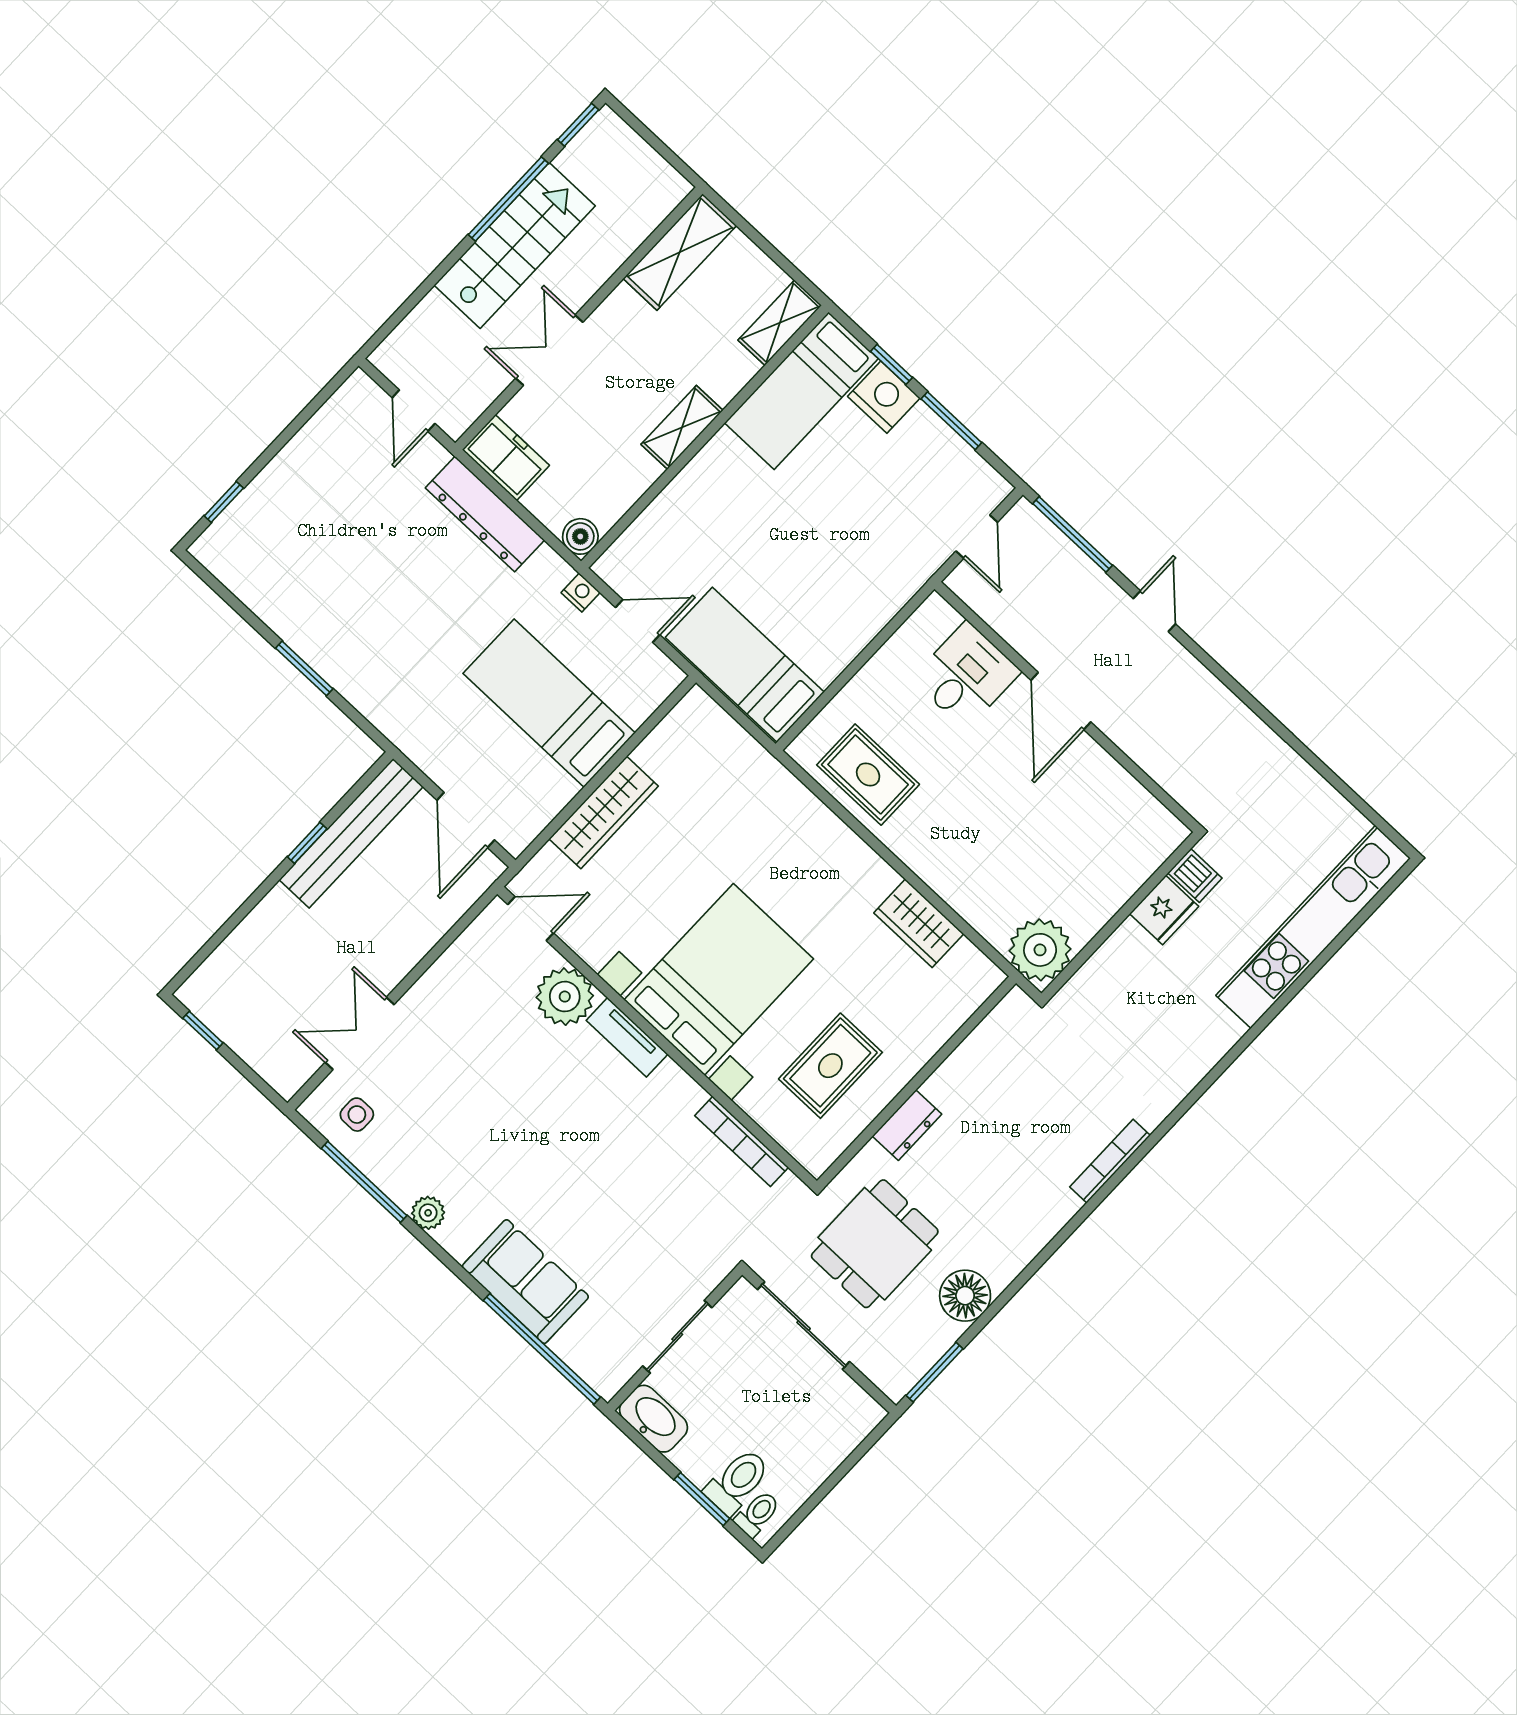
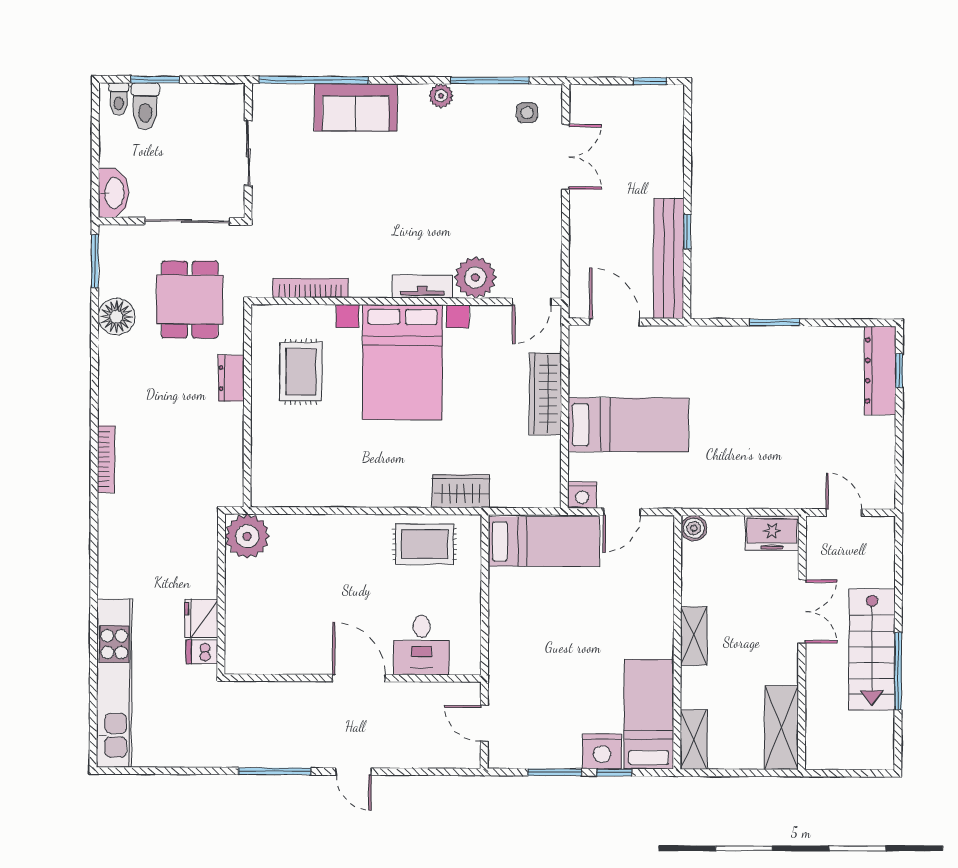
window: (578, 125) -> (898, 745), removed
dresser: (485, 514) -> (880, 371), moved, turned -90
window: (1073, 534) -> (275, 771), moved
nightstand: (581, 593) -> (582, 495), moved, width x1.39, depth x1.35
wardrobe: (919, 923) -> (461, 491), moved
washbasin: (654, 1419) -> (114, 193), moved, turned -90

